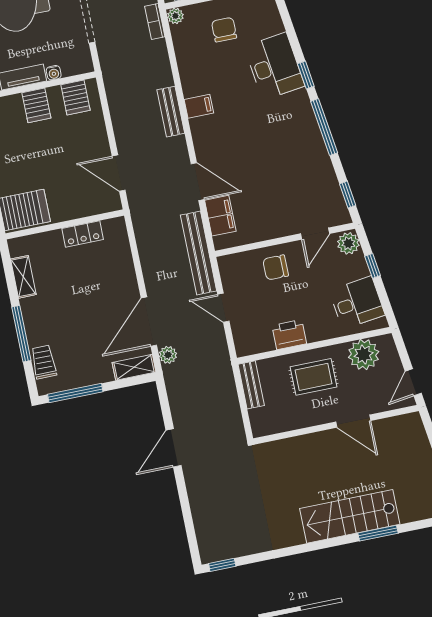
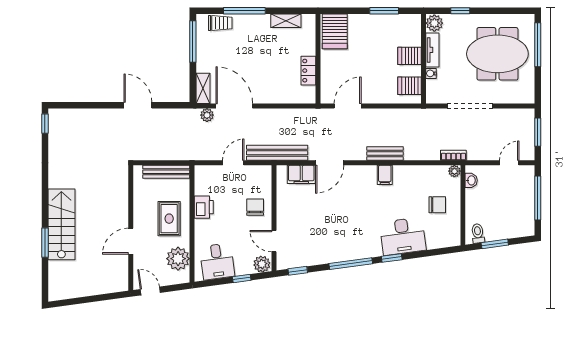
bench: (251, 385) -> (166, 172), width x1.36

